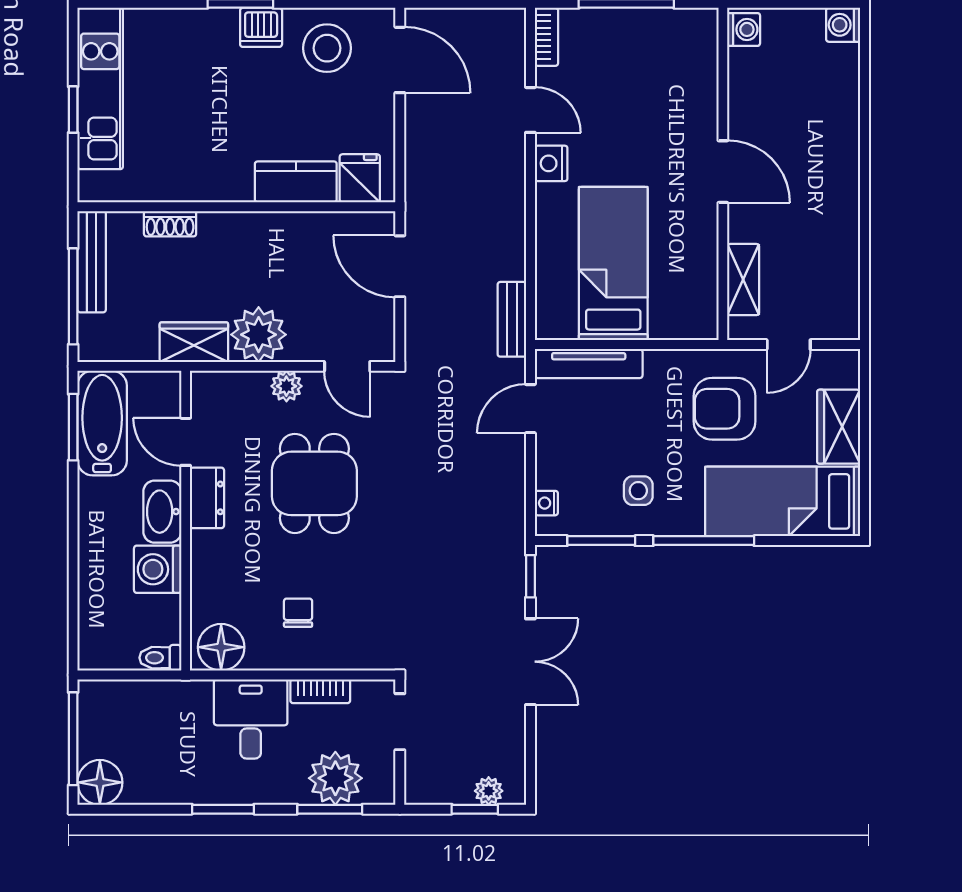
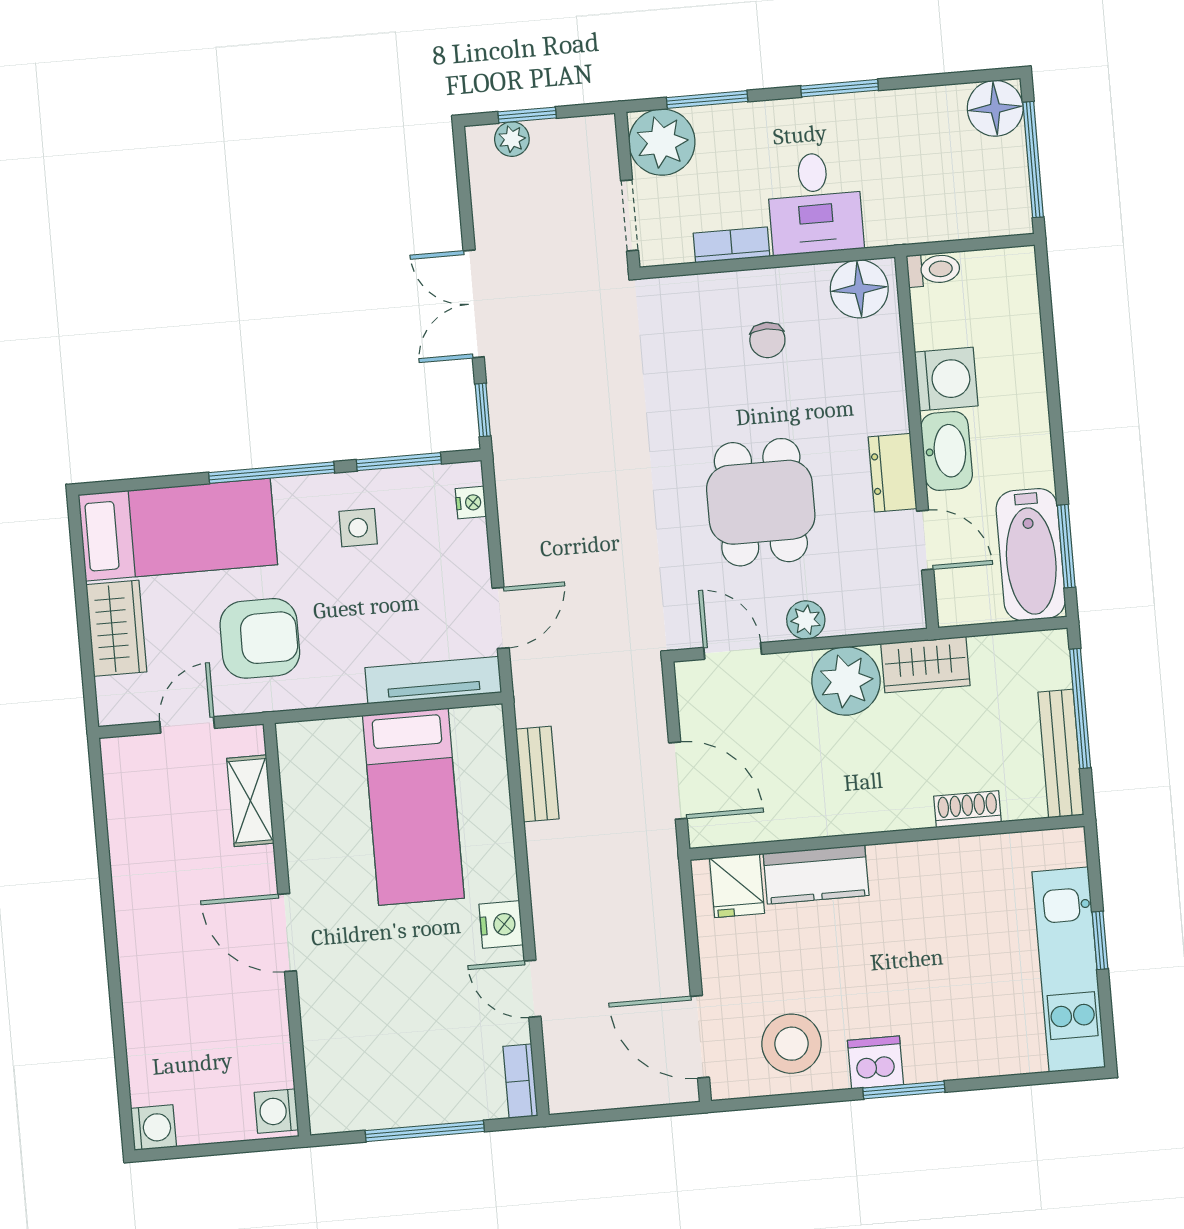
bench: (512, 319) -> (537, 774), moved
plant: (335, 778) -> (662, 142), moved

